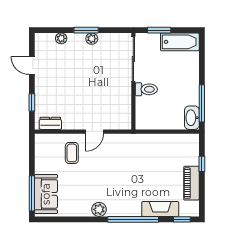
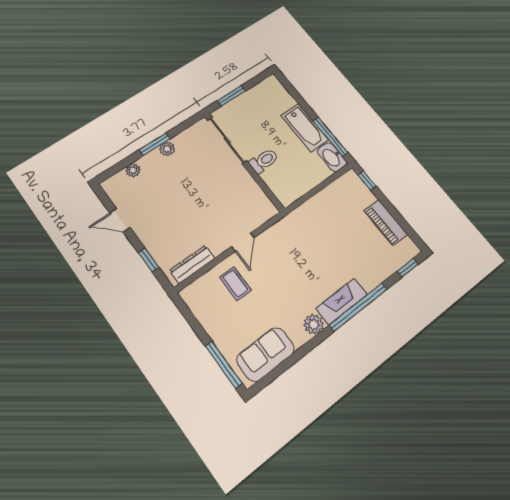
bathtub: (180, 42) -> (305, 128), moved, turned 90
dresser: (50, 123) -> (192, 264), width x1.44
window: (202, 164) -> (367, 180), moved
sofa: (46, 194) -> (266, 354), moved, turned -90
fireplace: (160, 209) -> (342, 302), moved

